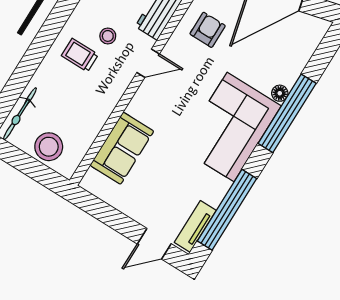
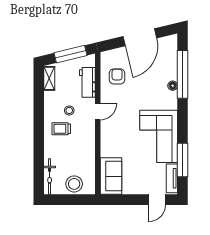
window: (287, 113) -> (183, 74), moved
corner sofa: (231, 127) -> (159, 136), moved
sofa: (122, 148) -> (111, 176), moved
window: (227, 210) -> (183, 160), width x0.68

